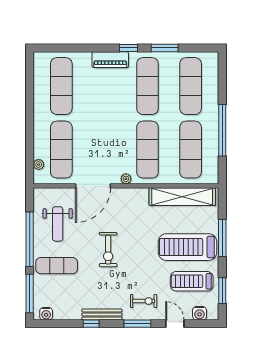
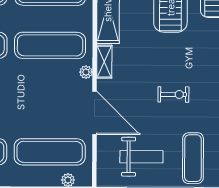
shelving: (135, 194) -> (104, 62), added
exercise bike: (108, 250) -> (173, 94), width x0.73, depth x0.72

